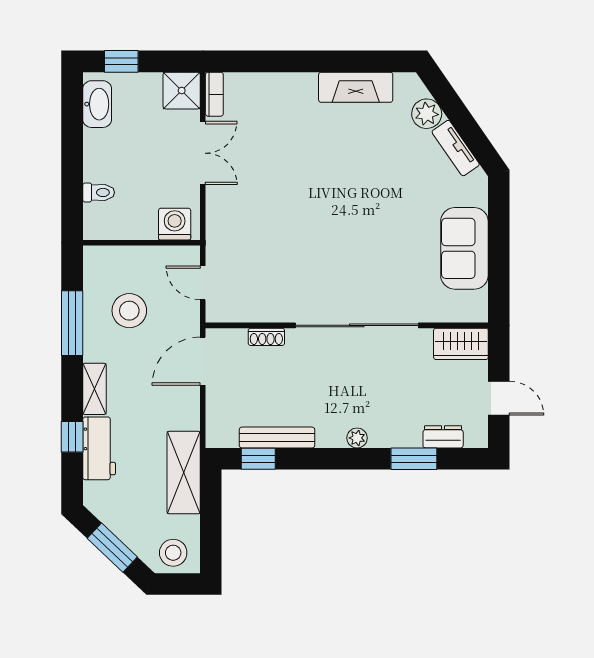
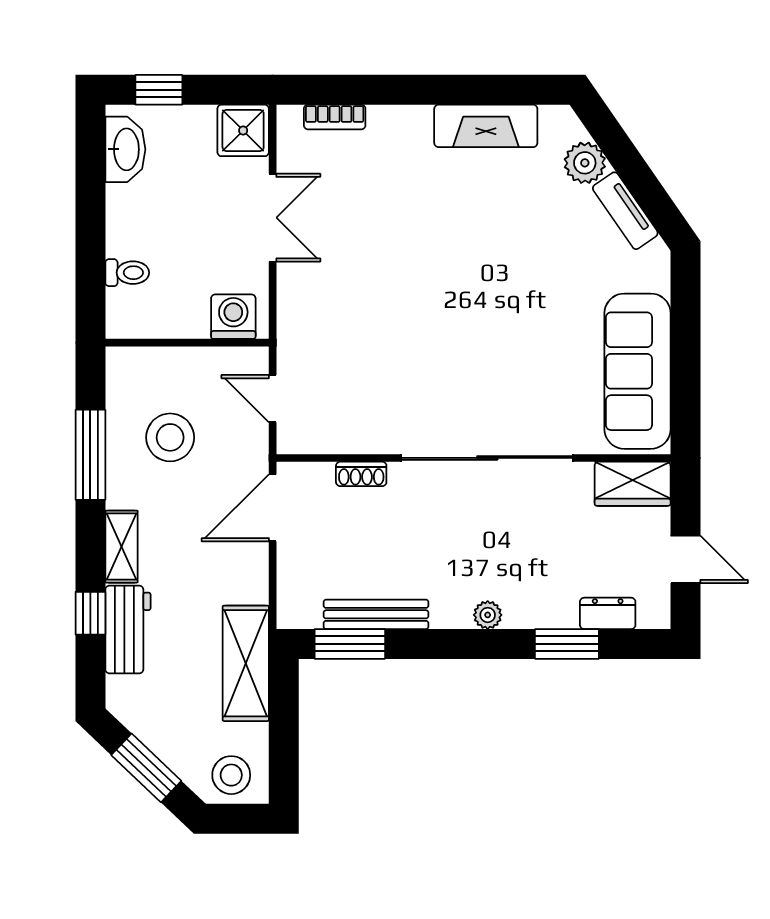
bookcase: (214, 94) -> (335, 117), moved, turned 90
sofa: (464, 248) -> (638, 371), width x1.36
window: (258, 459) -> (350, 644), width x1.50

